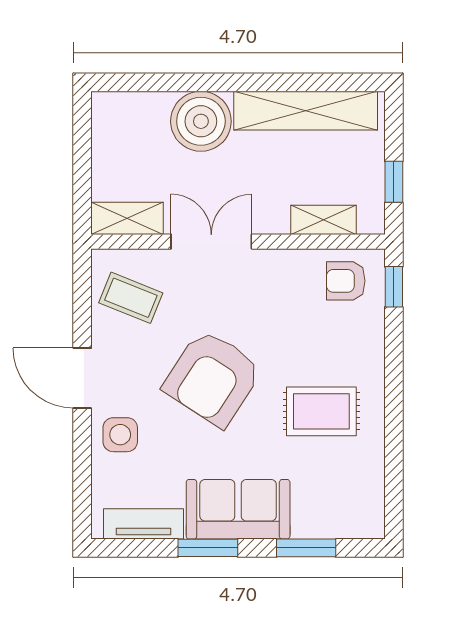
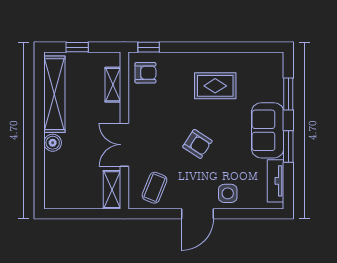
boiler: (201, 121) -> (53, 143), width x0.54, depth x0.54
window: (394, 182) -> (77, 47), moved
armchair: (346, 281) -> (145, 73), turned -90
armchair: (213, 378) -> (197, 144), width x0.53, depth x0.53
rug: (321, 411) -> (215, 86), turned 90

